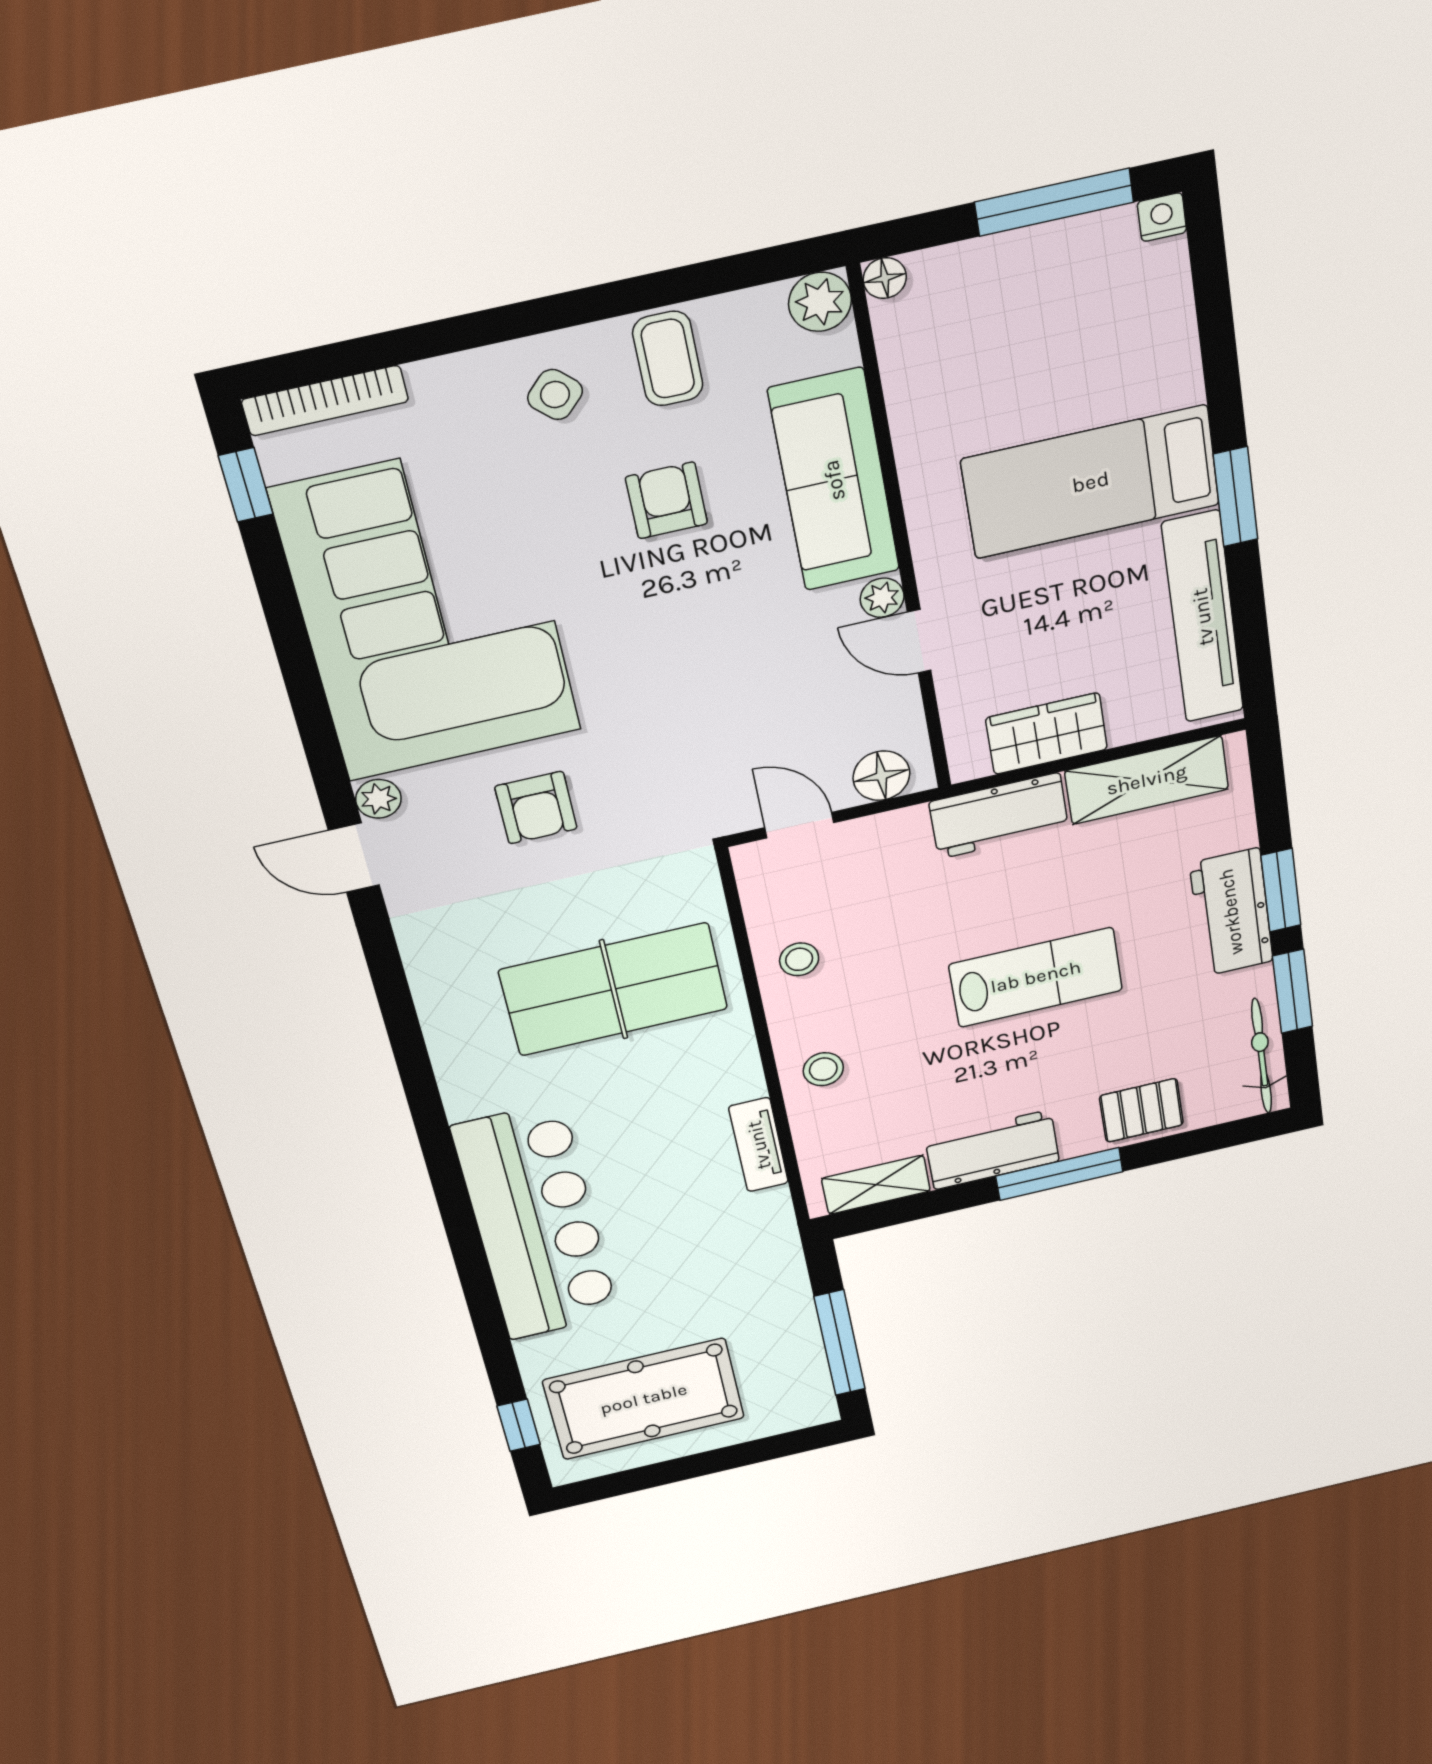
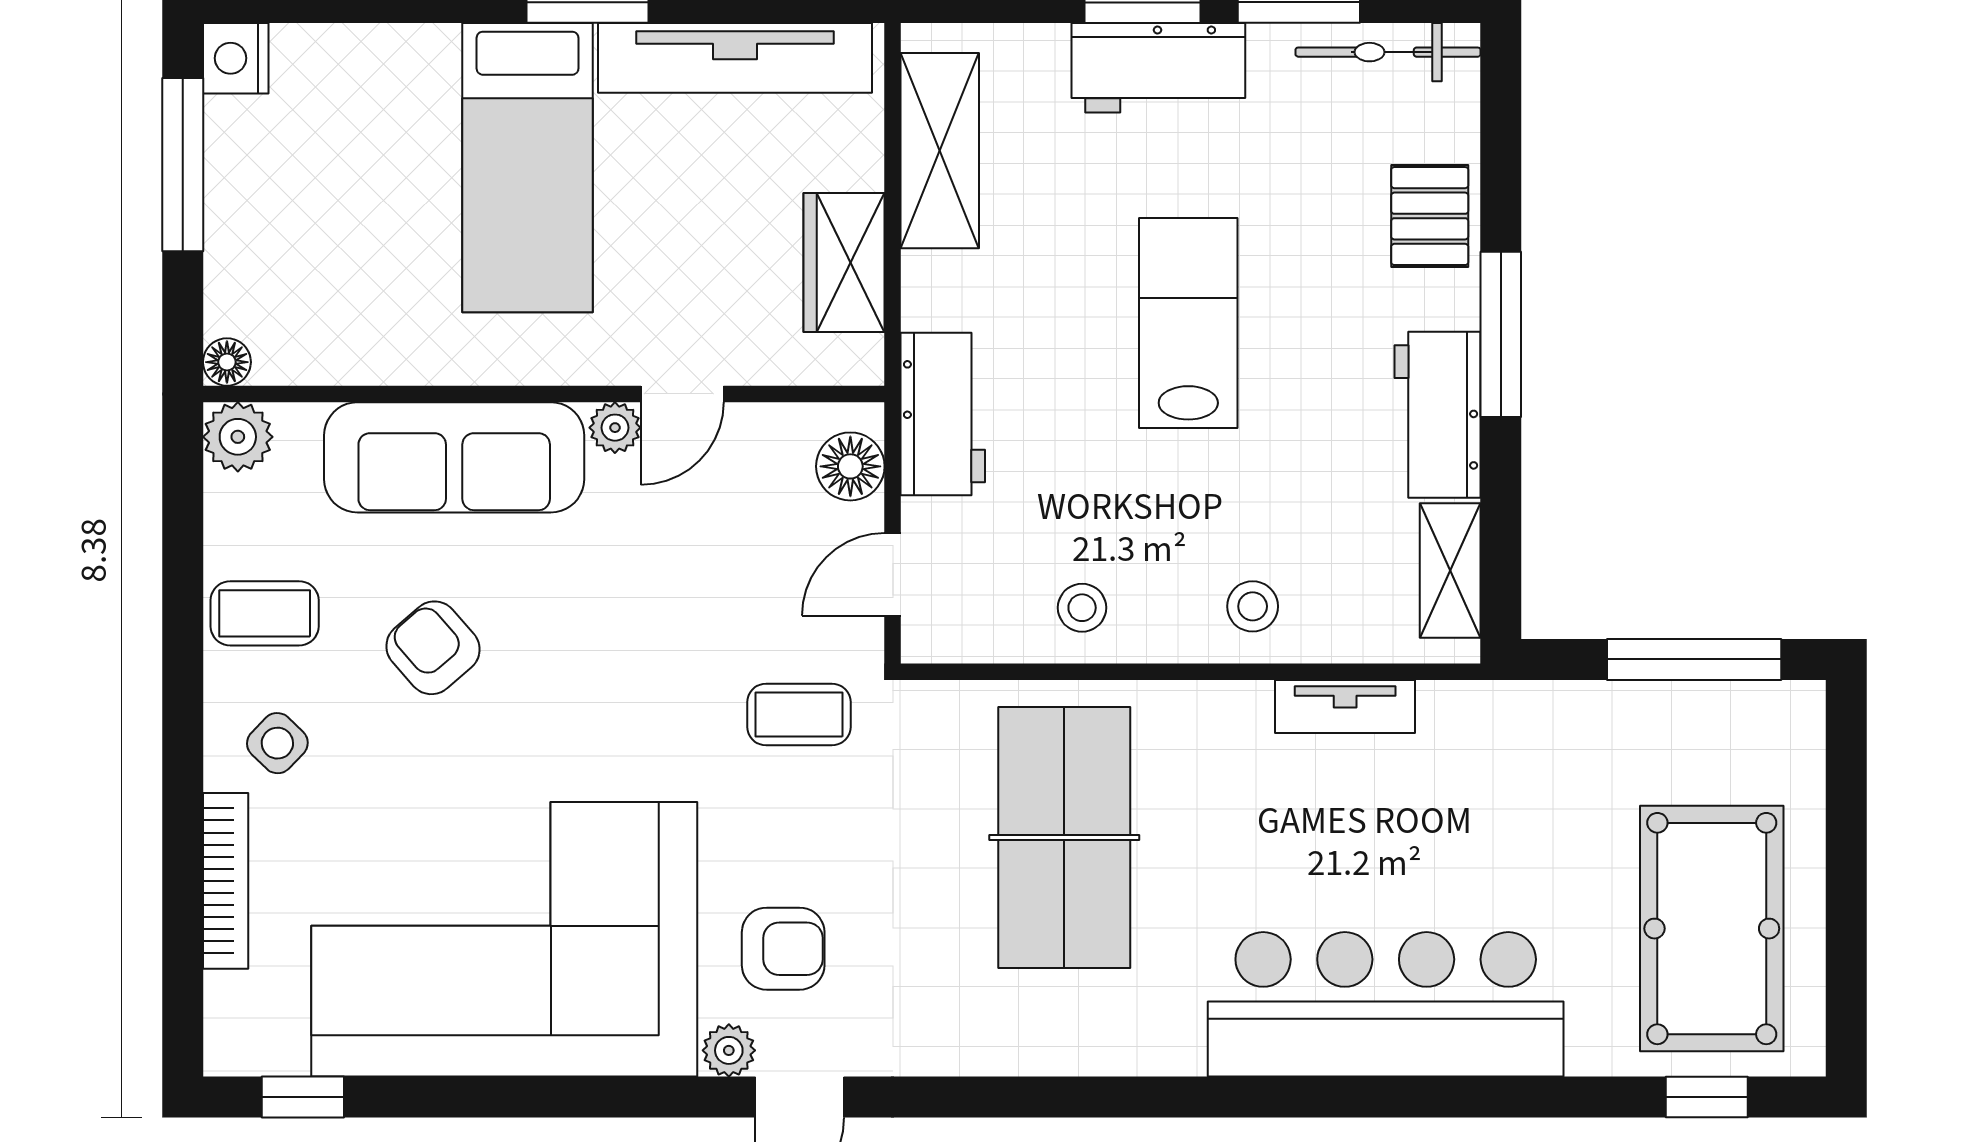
nightstand: (1162, 217) -> (236, 58), width x1.39, depth x1.35
bookcase: (325, 401) -> (226, 881), moved
armchair: (666, 500) -> (433, 648), turned 49
coffee table: (670, 786) -> (799, 714), added
armchair: (536, 808) -> (783, 949), moved
workbench: (999, 816) -> (943, 414), moved

